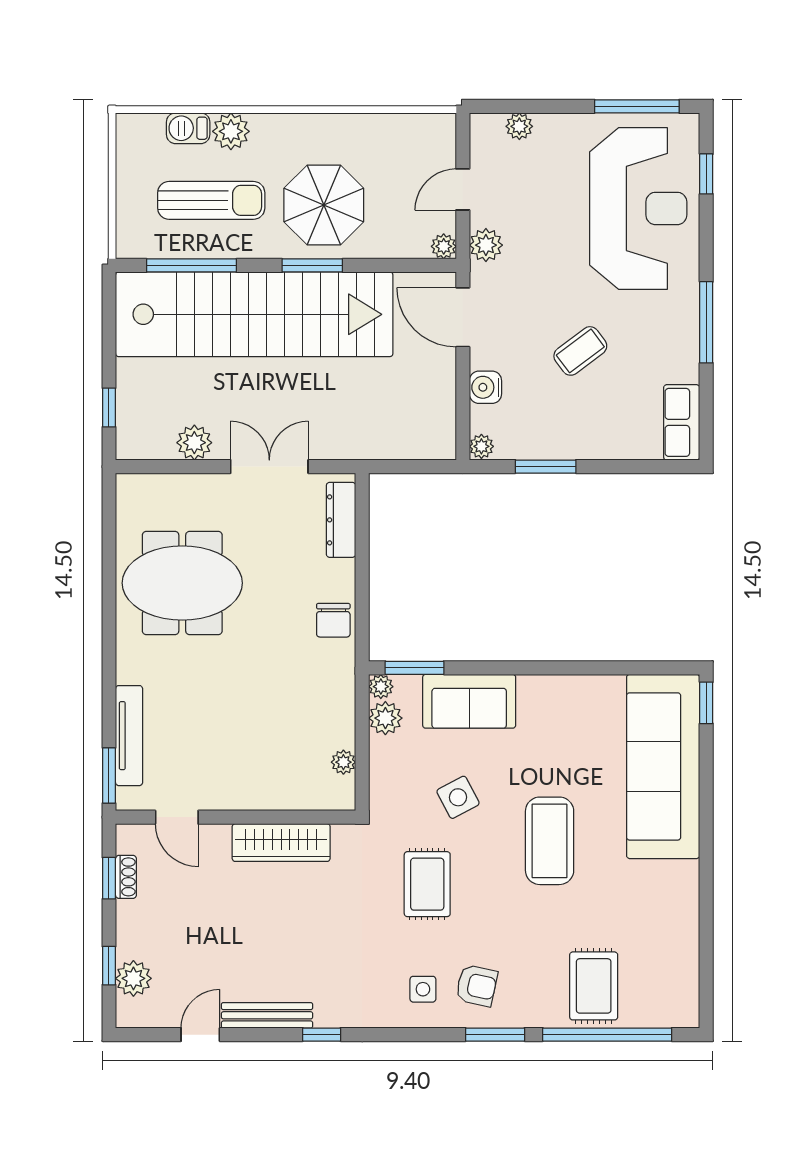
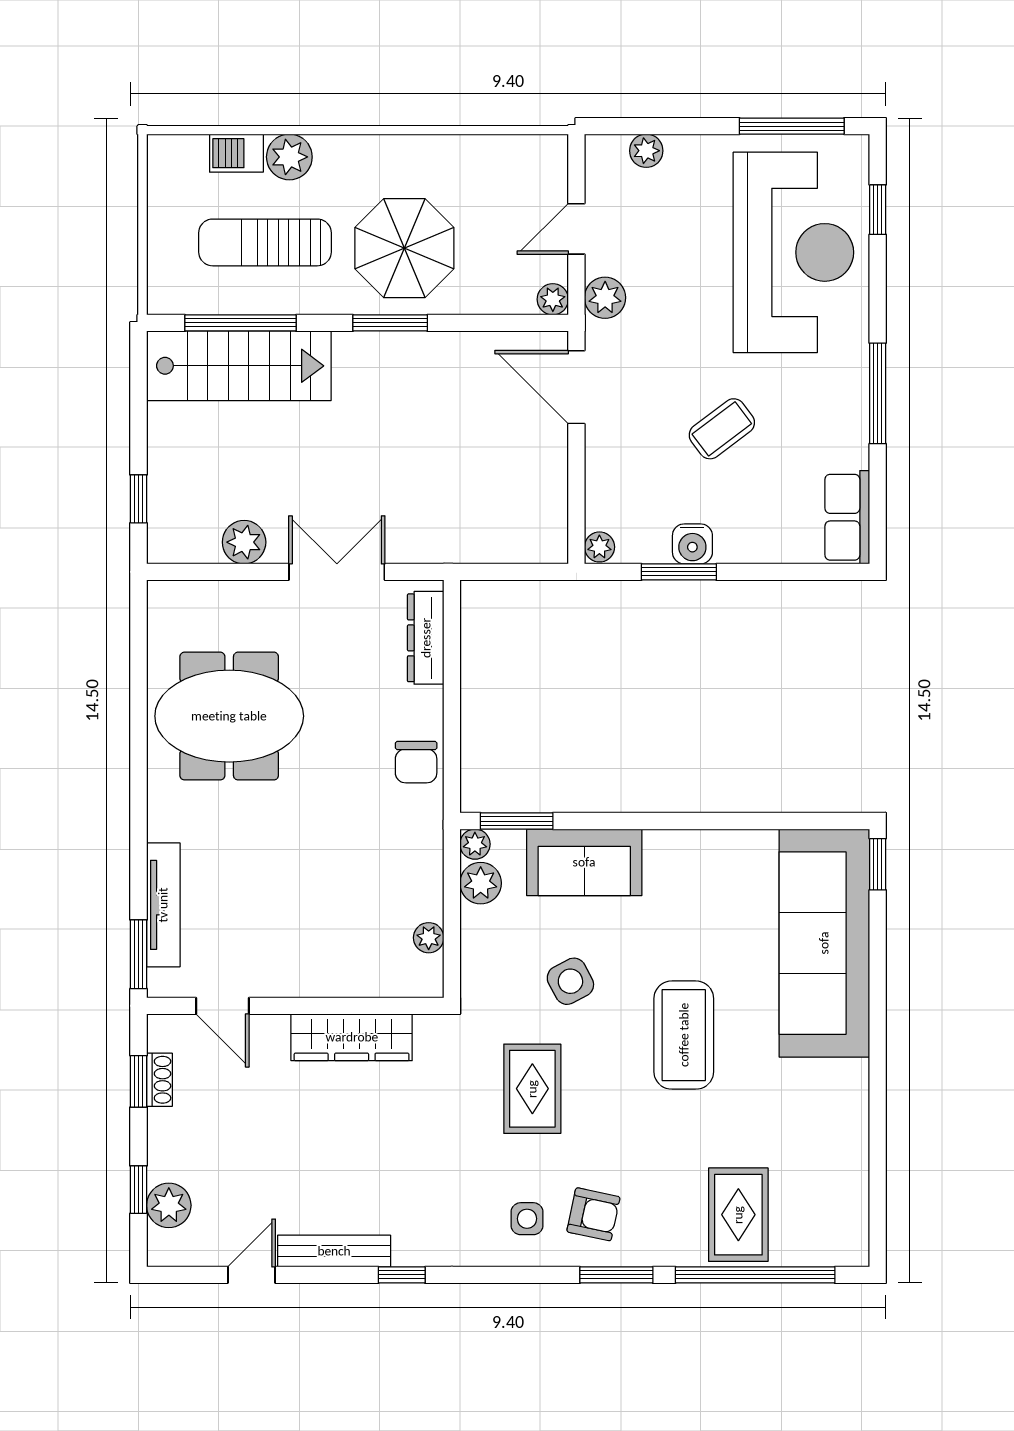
sun lounger: (211, 200) -> (265, 242), turned 180
stairs: (254, 314) -> (239, 366), width x0.54, depth x0.66
water cooler: (485, 387) -> (692, 544), moved, turned -90

